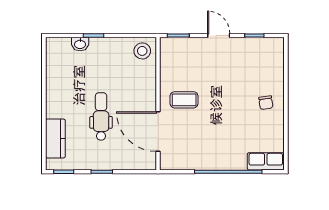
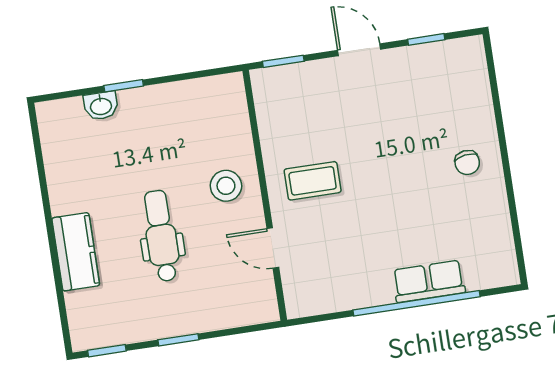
stool: (142, 51) -> (226, 186), moved
door: (158, 132) -> (273, 248), width x0.53
kitchen counter: (55, 138) -> (76, 252), moved
row of seats: (266, 161) -> (429, 281), moved

